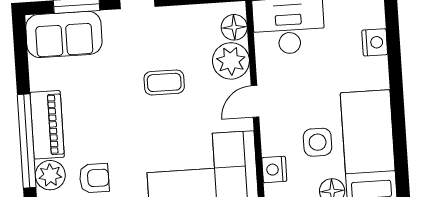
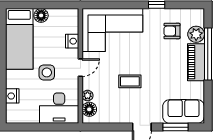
plant: (231, 61) -> (88, 96), width x0.53, depth x0.53
side table: (318, 142) -> (47, 72), moved
nightstand: (274, 169) -> (72, 41), moved

